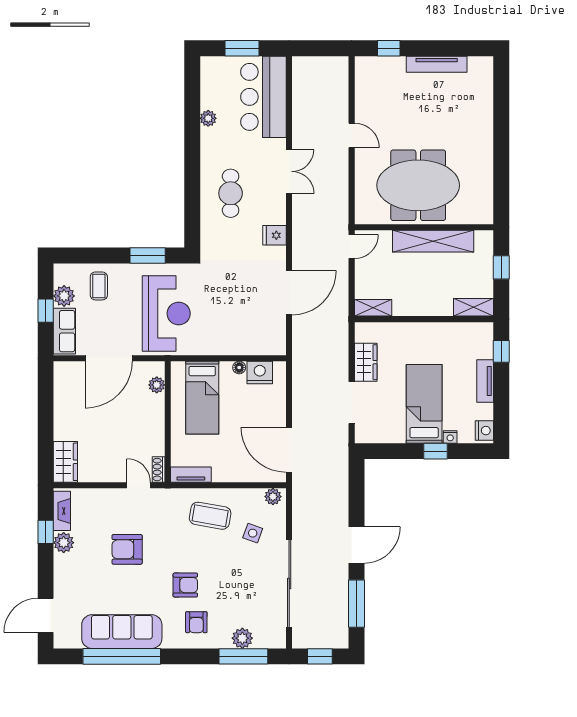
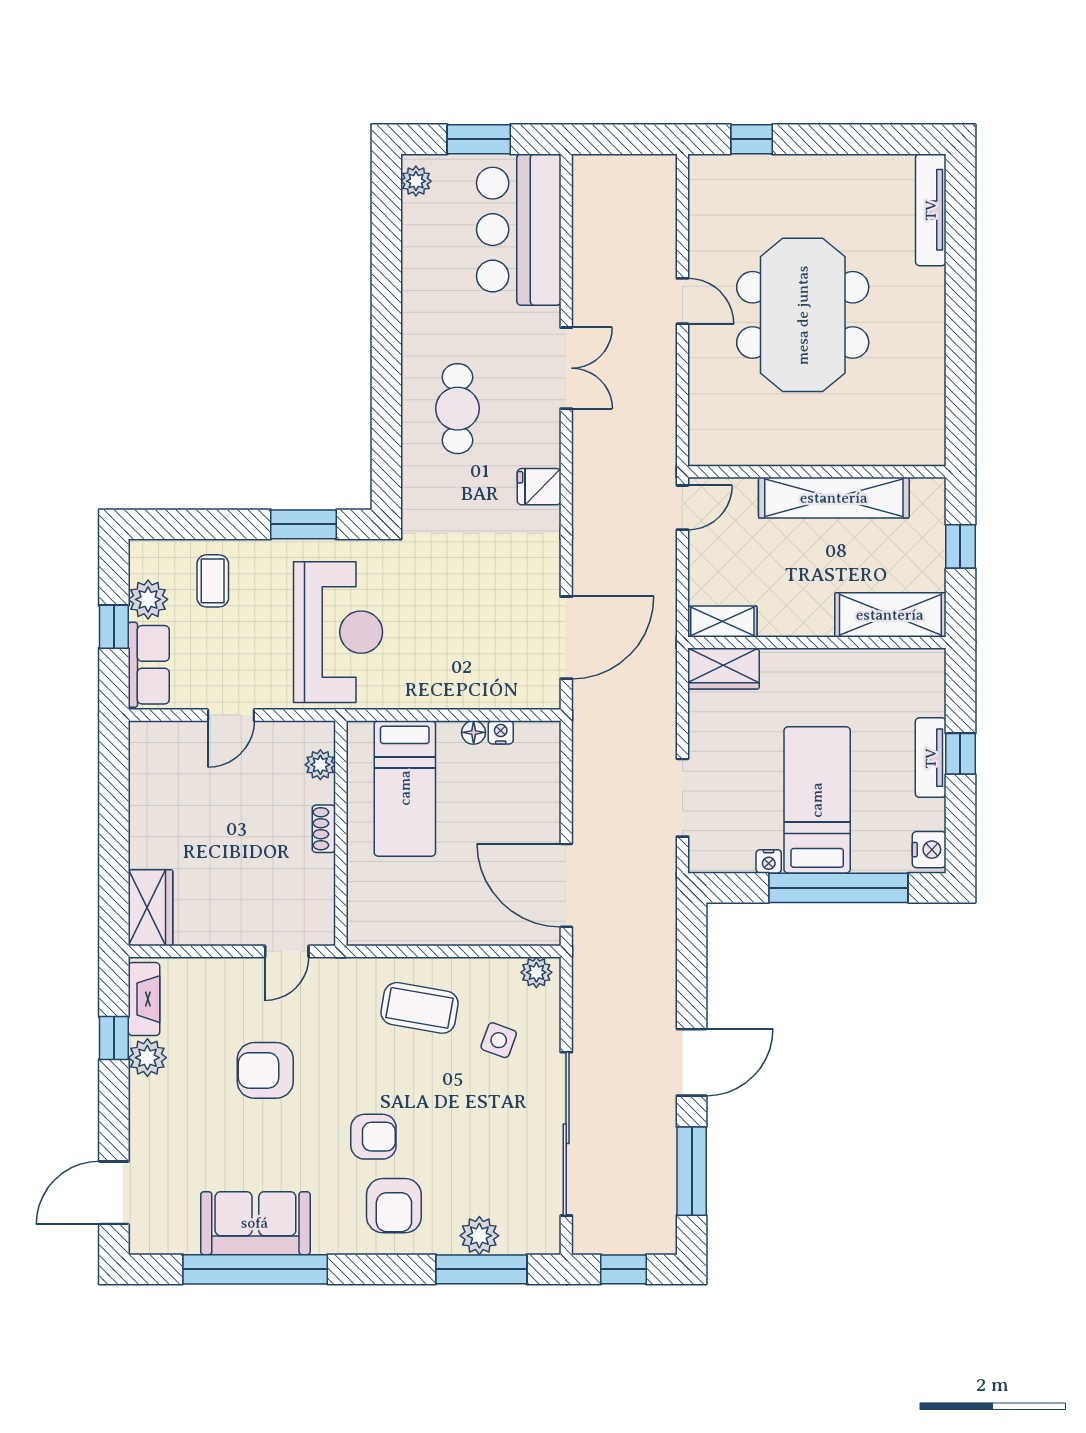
tv unit: (437, 64) -> (931, 210), moved, turned 90
plant: (208, 118) -> (416, 181), moved
meeting table: (418, 185) -> (803, 315), moved, turned 90
door: (289, 293) -> (566, 638), moved
shelving: (473, 307) -> (890, 615), width x1.50, depth x1.33
window: (501, 351) -> (960, 754), moved
door: (109, 358) -> (231, 715), width x0.53
wardrobe: (366, 362) -> (724, 669), moved, turned 90
nightstand: (260, 372) -> (501, 732), width x0.53, depth x0.56
nightstand: (450, 437) -> (769, 861), moved
window: (436, 451) -> (838, 888), width x3.17
shoe rack: (159, 470) -> (324, 829), moved
tv unit: (191, 475) -> (384, 932), removed
door: (139, 485) -> (287, 951), swing flipped
armchair: (196, 622) -> (394, 1206), width x1.38, depth x1.38
sofa: (122, 632) -> (255, 1223), width x0.73

